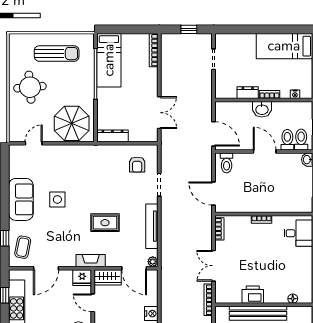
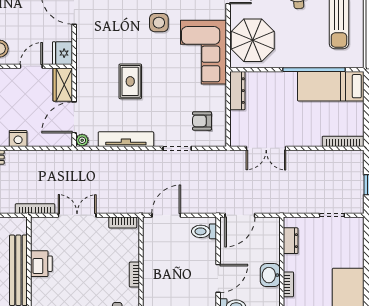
dresser: (248, 93) -> (291, 241), moved
corner sofa: (81, 163) -> (204, 52), added
fireplace: (91, 261) -> (83, 64), removed

